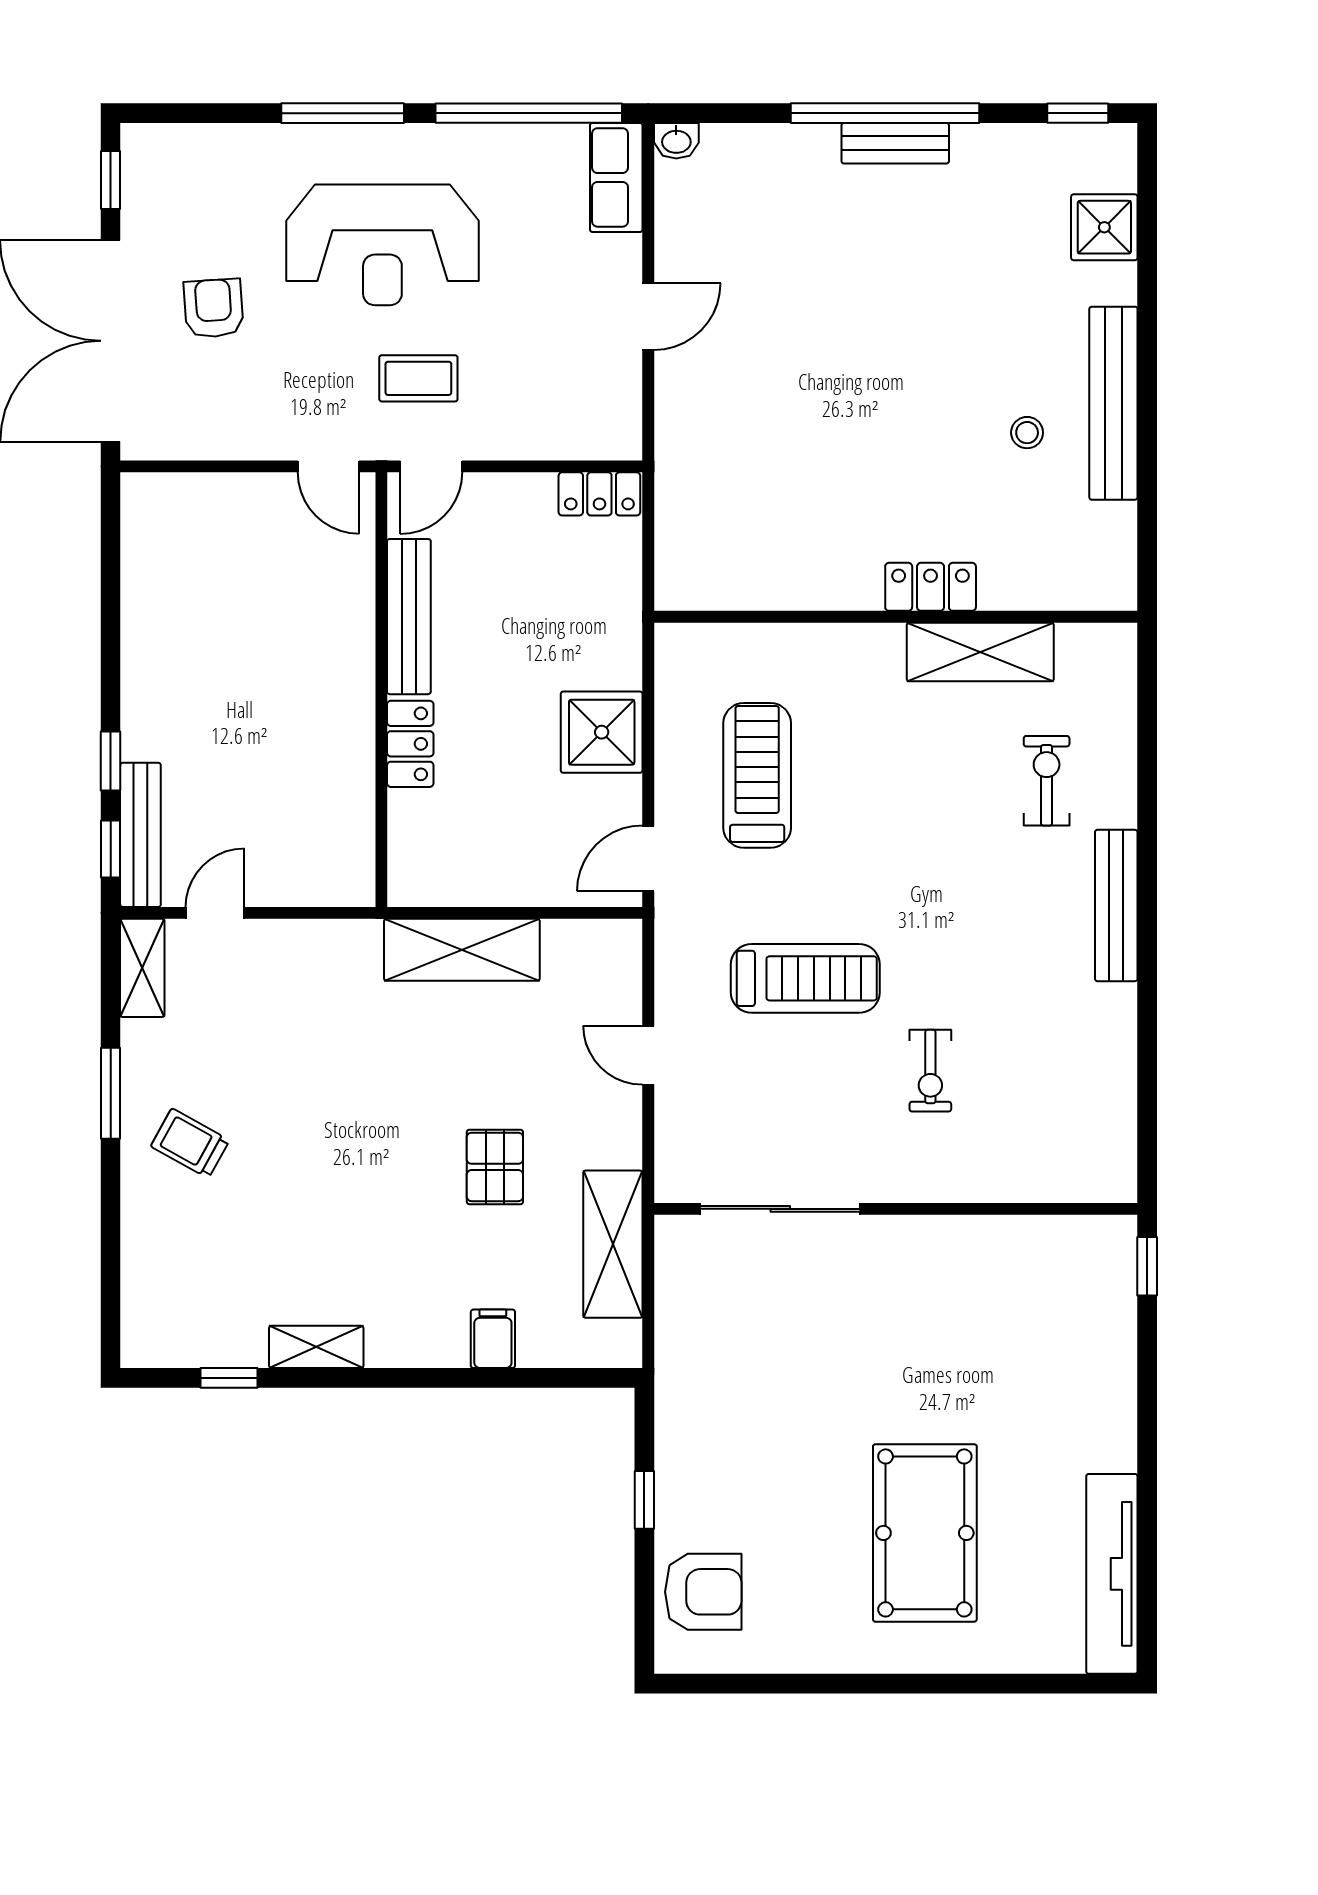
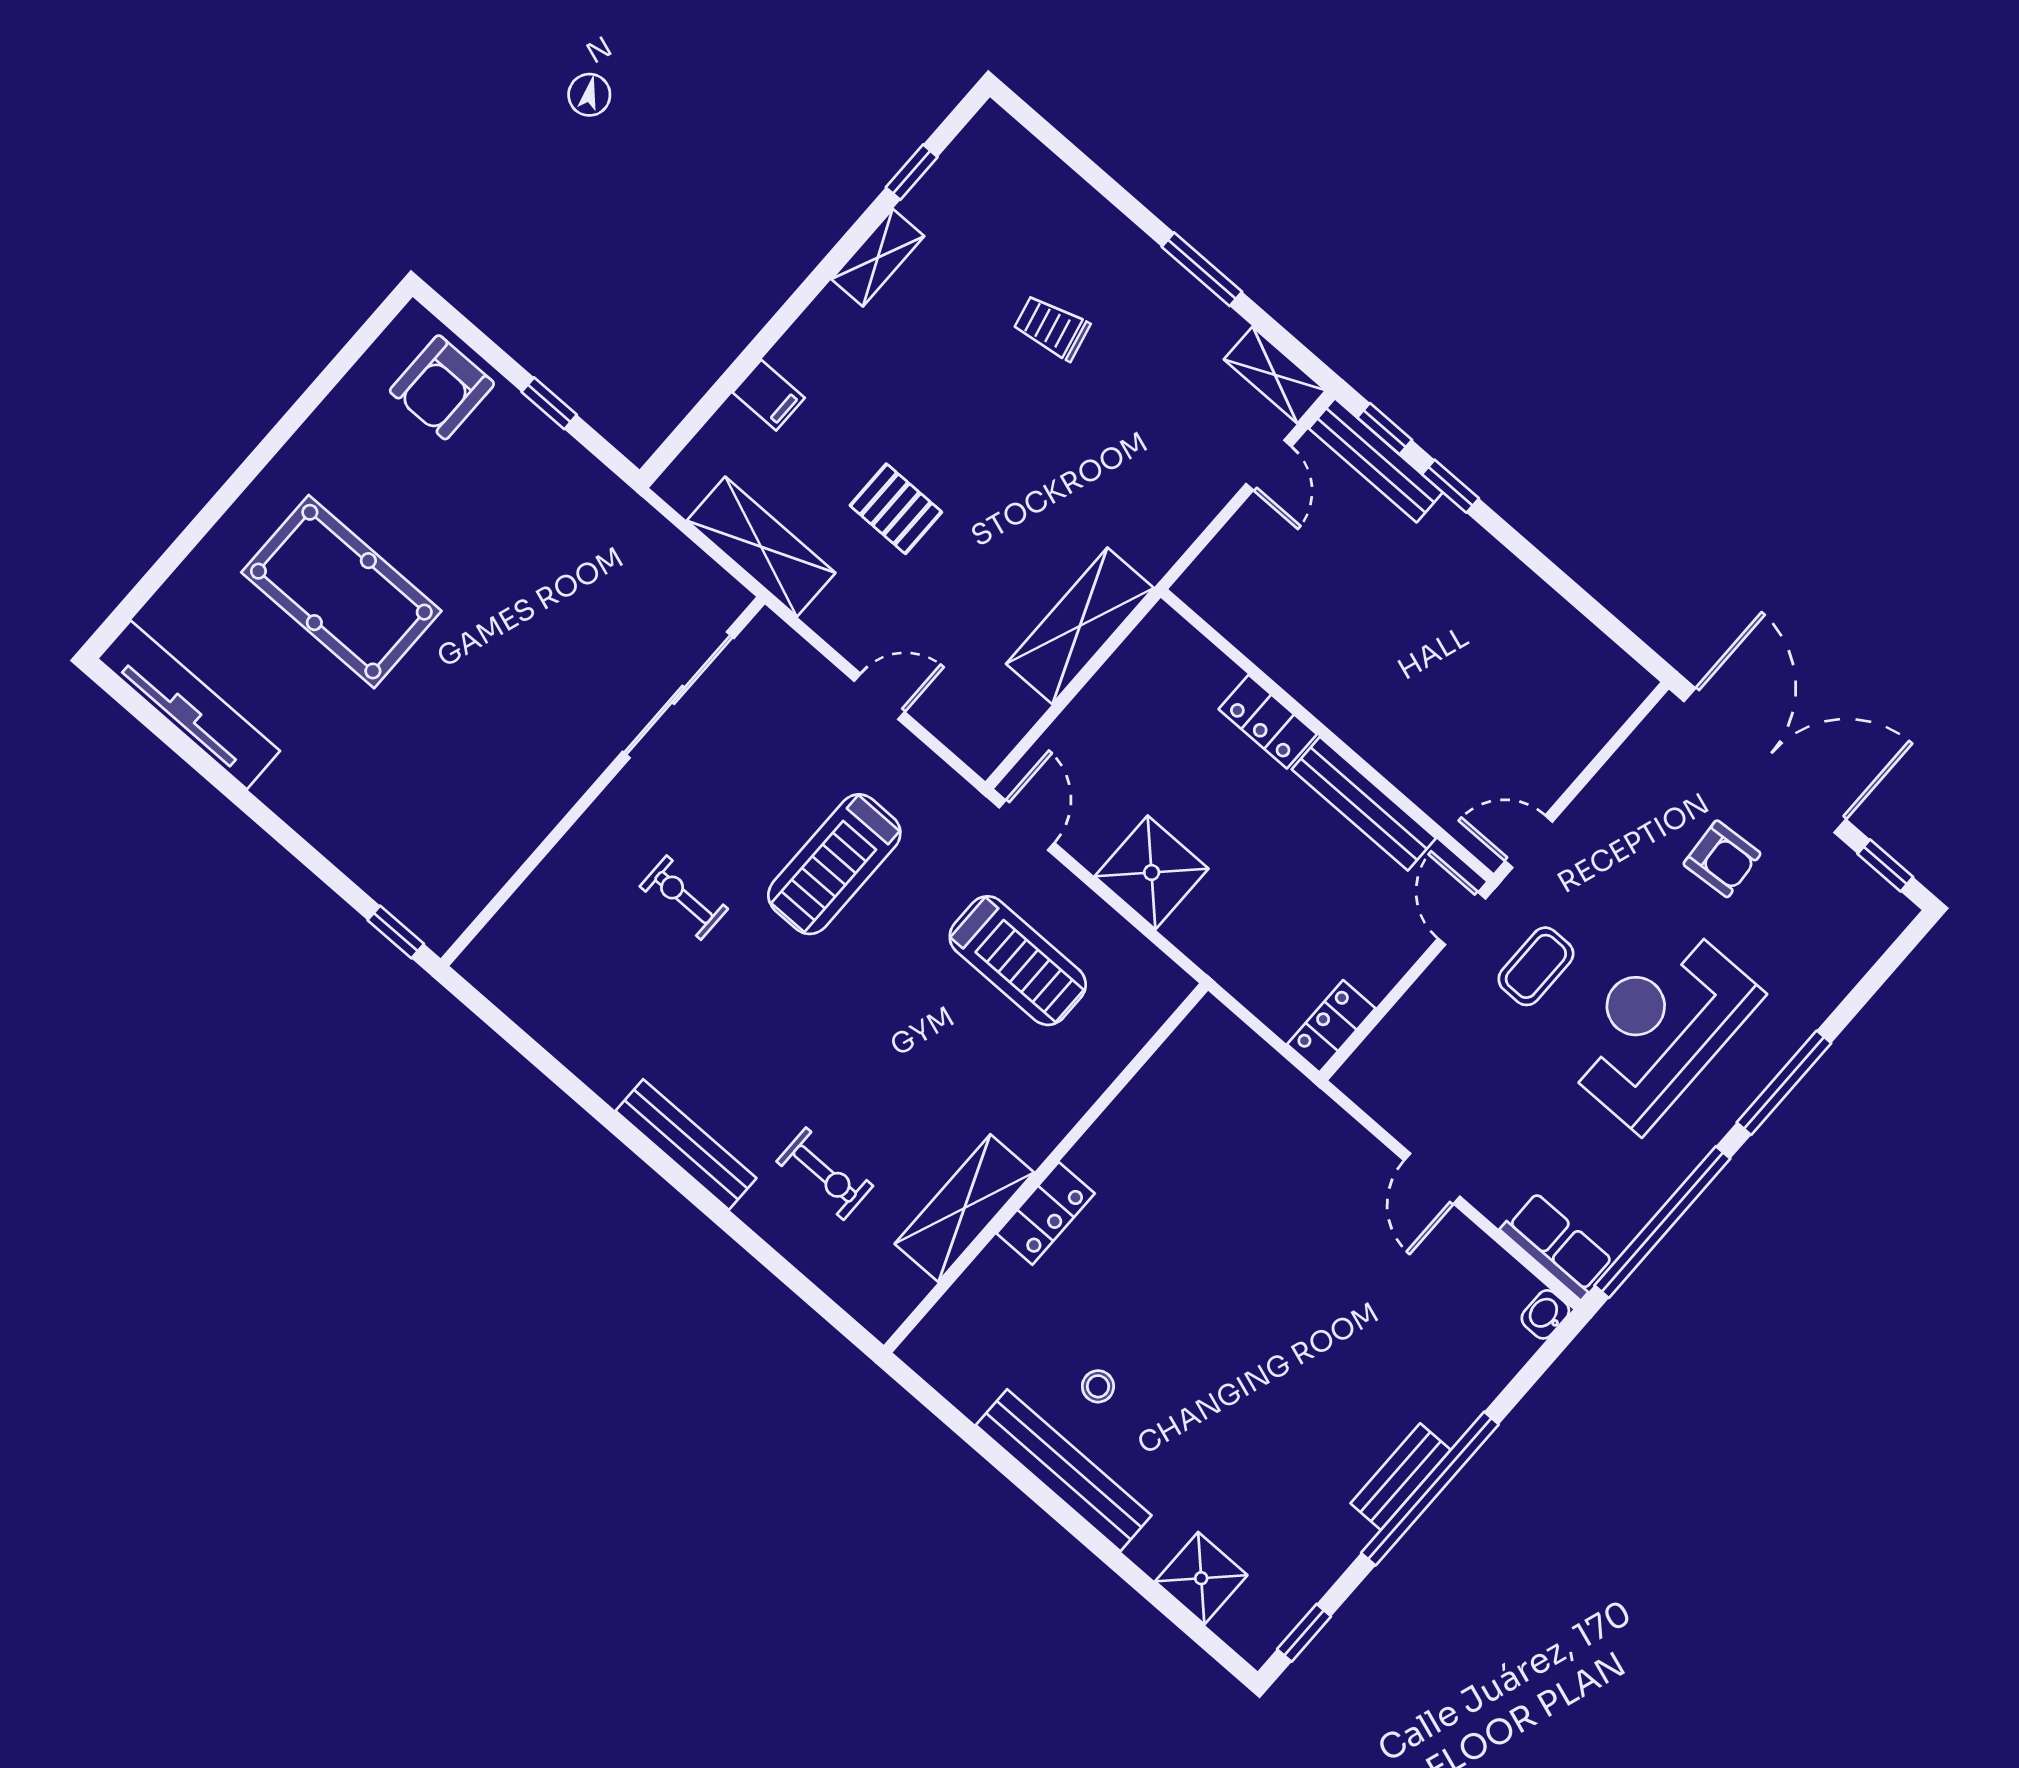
trolley: (190, 1143) -> (1052, 328), moved, turned -132

